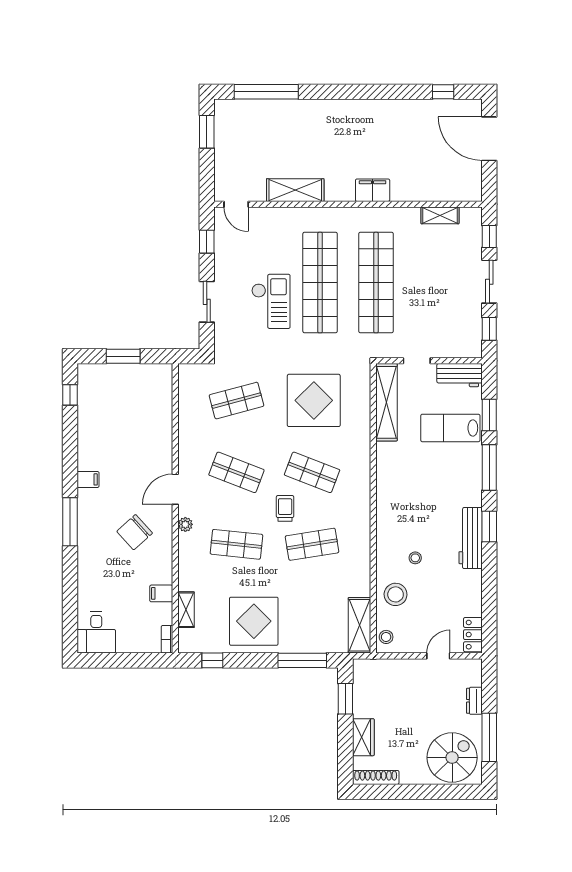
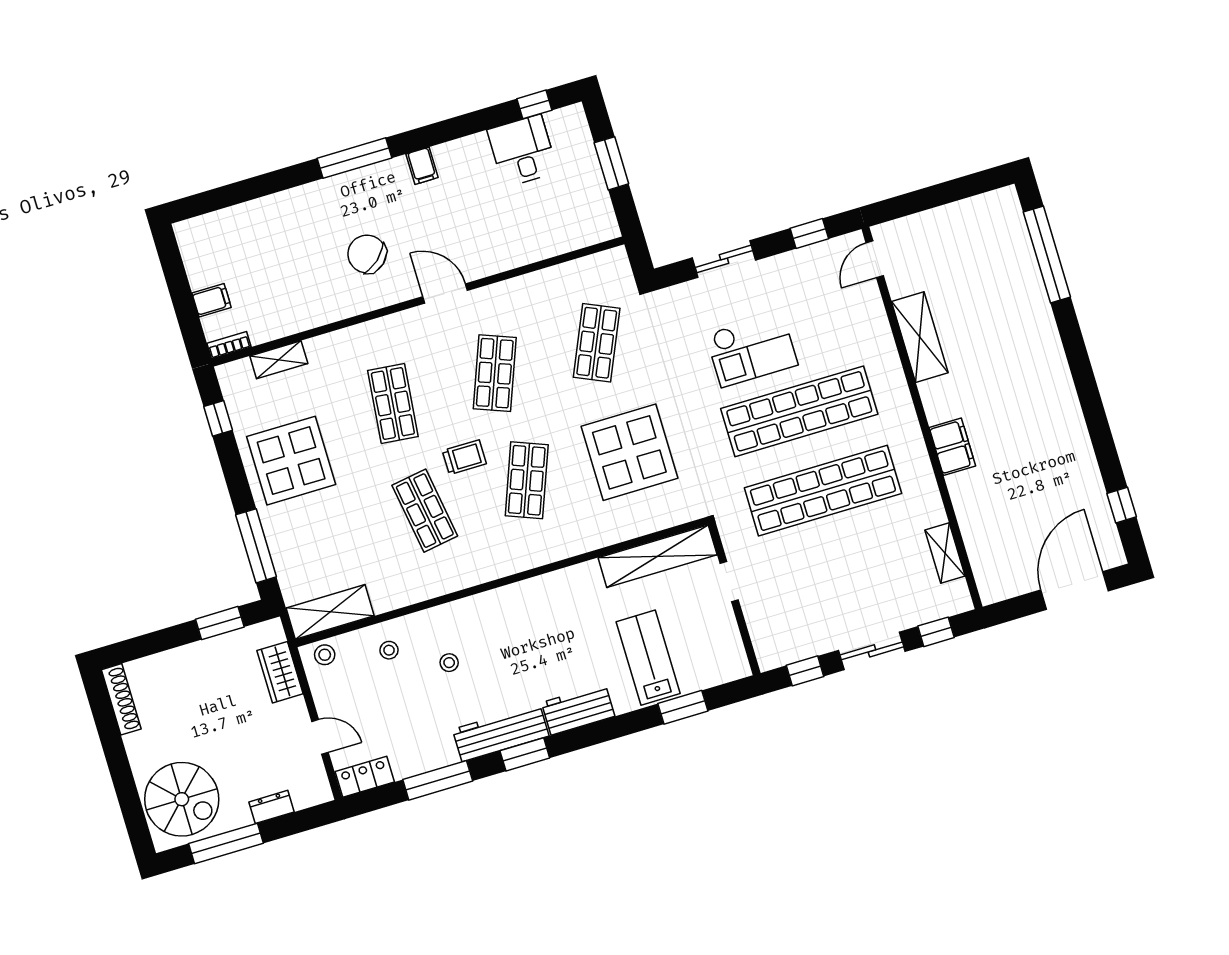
window: (207, 132) -> (965, 187), removed
workbench: (460, 375) -> (578, 709), moved, turned 90
shop shelf: (236, 401) -> (597, 343), turned 39
window: (489, 467) -> (438, 780), moved
plant: (185, 524) -> (399, 323), removed
filing cabinet: (161, 593) -> (212, 300), moved, turned 90
stool: (396, 594) -> (389, 650), width x0.53, depth x0.53
desk: (96, 633) -> (522, 151), moved, turned 90
wardrobe: (363, 737) -> (280, 672), moved, turned 90

